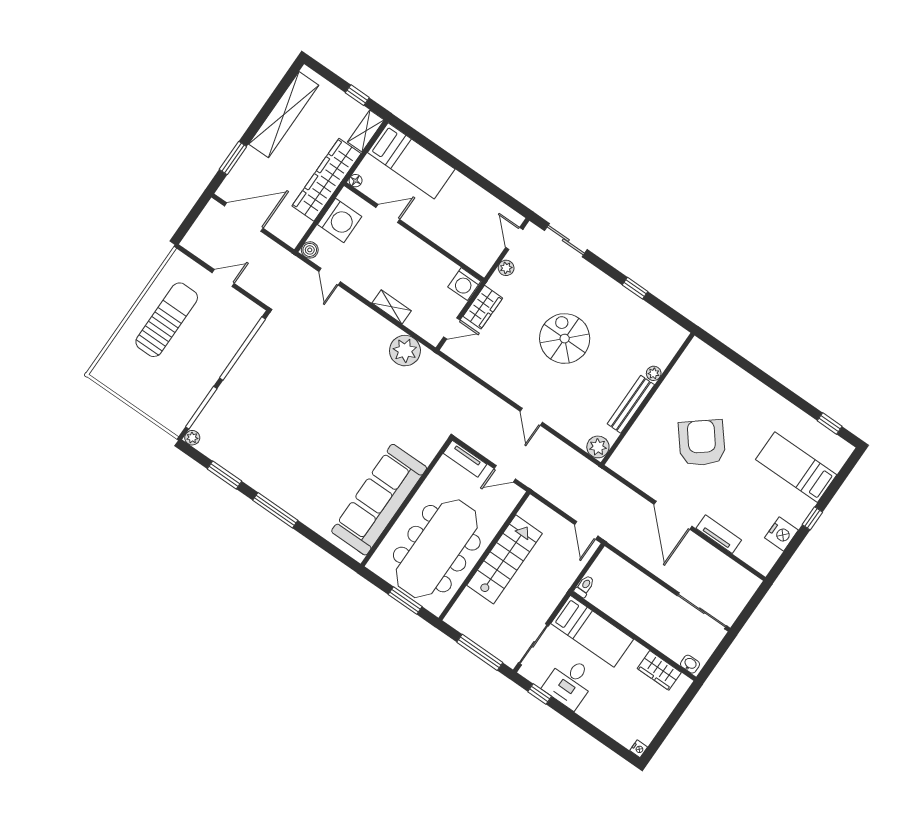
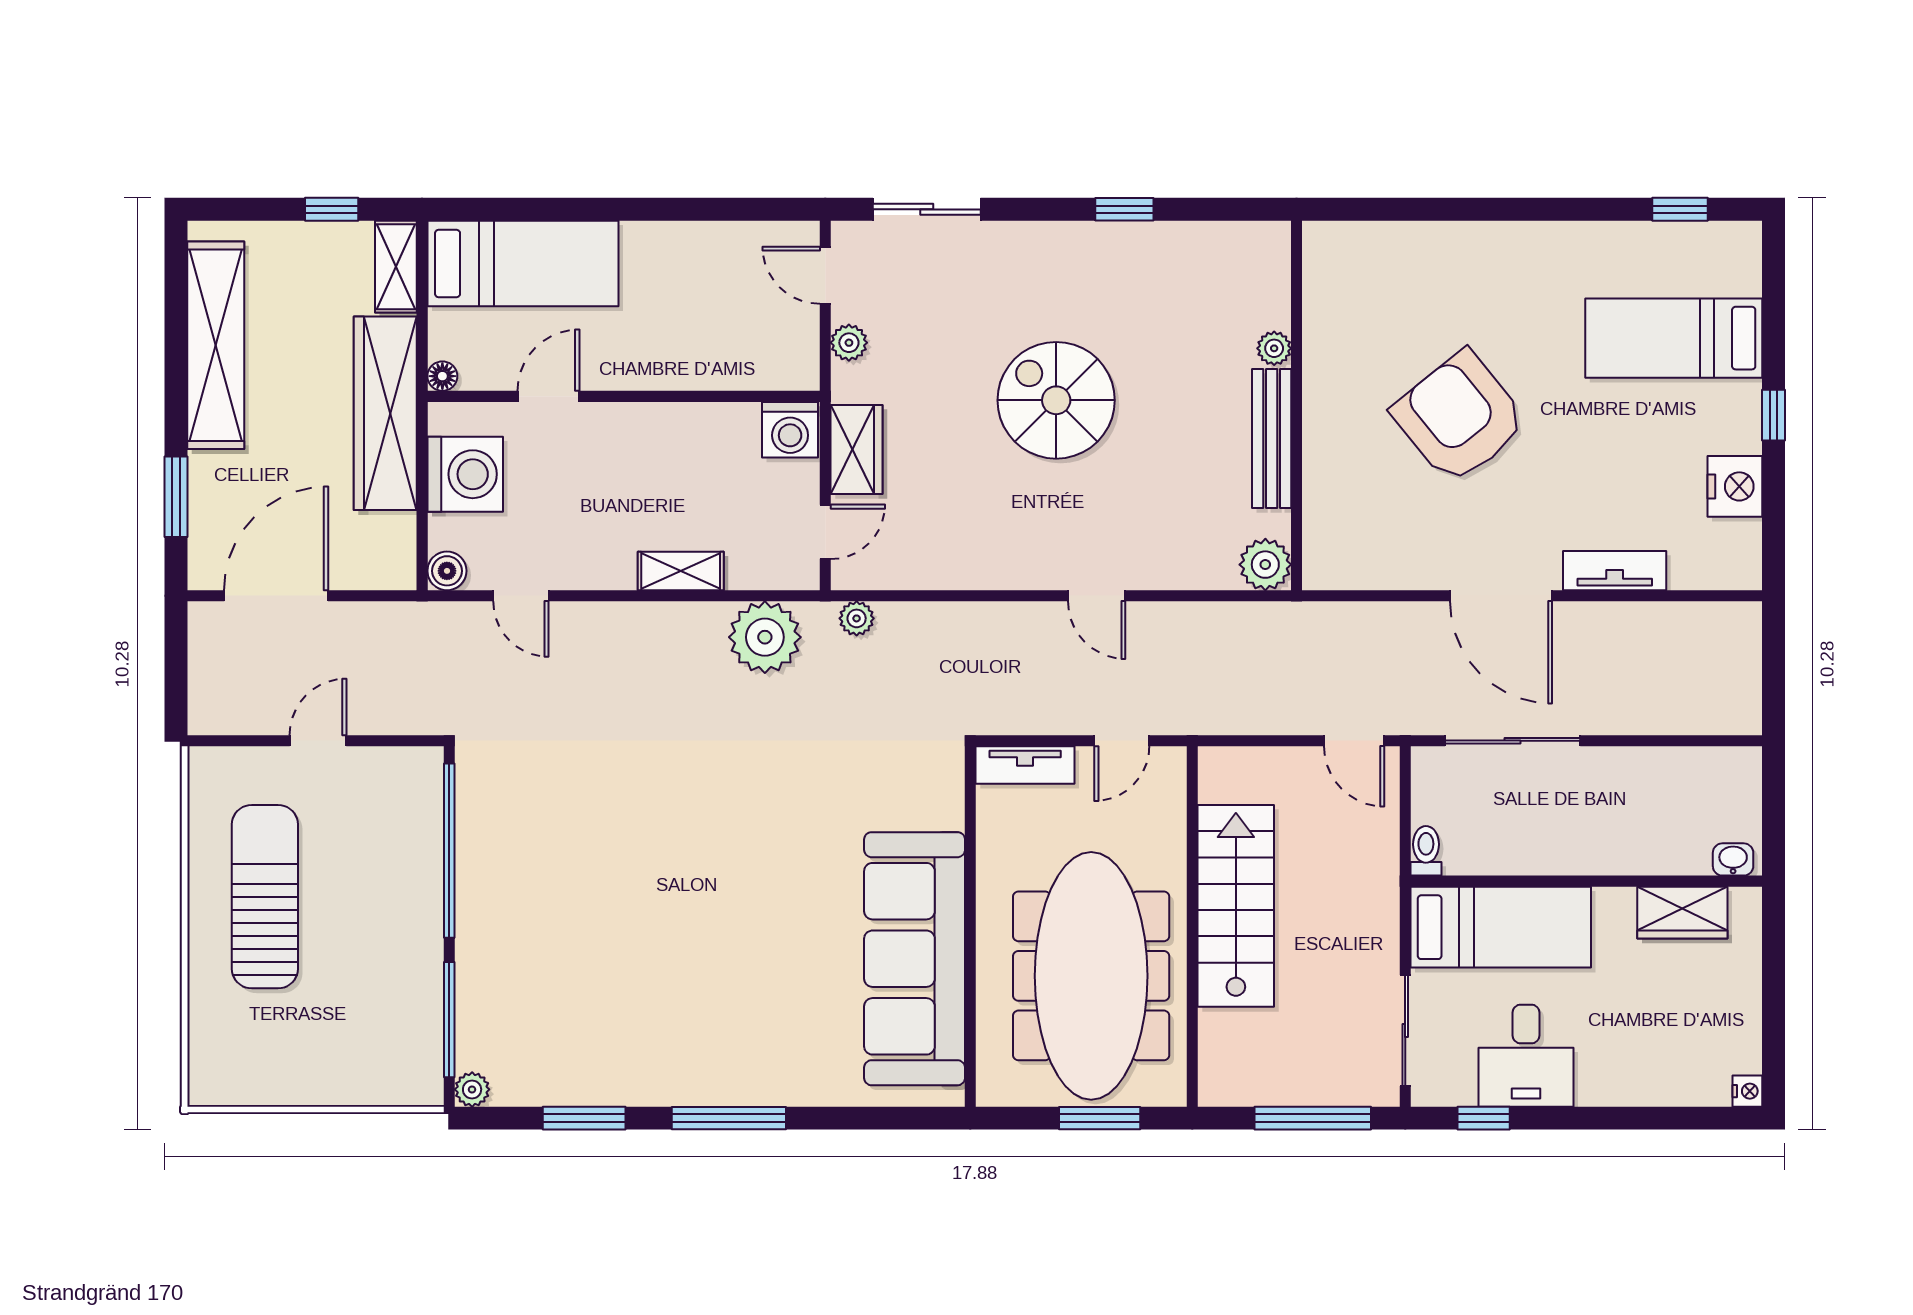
plant: (442, 366) -> (857, 618), added
sliding door: (702, 611) -> (1513, 741), moved

